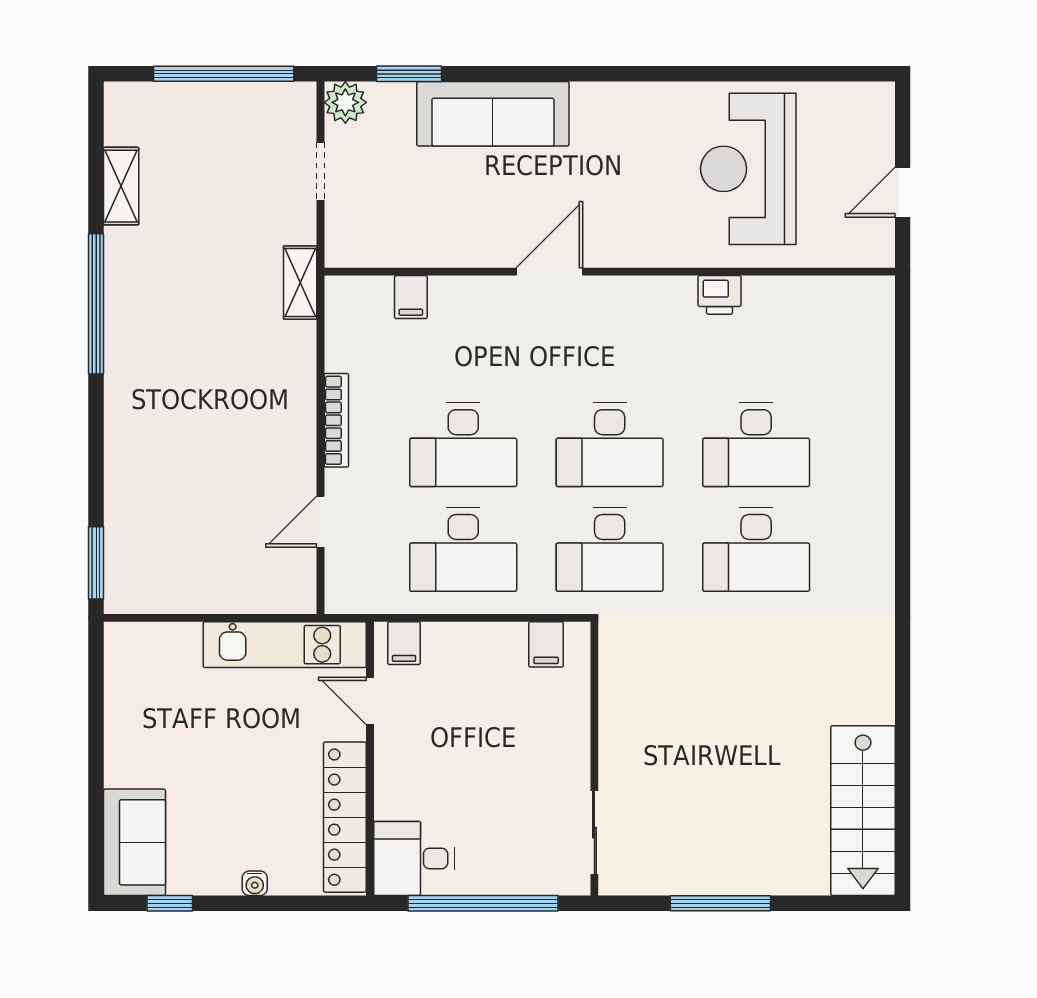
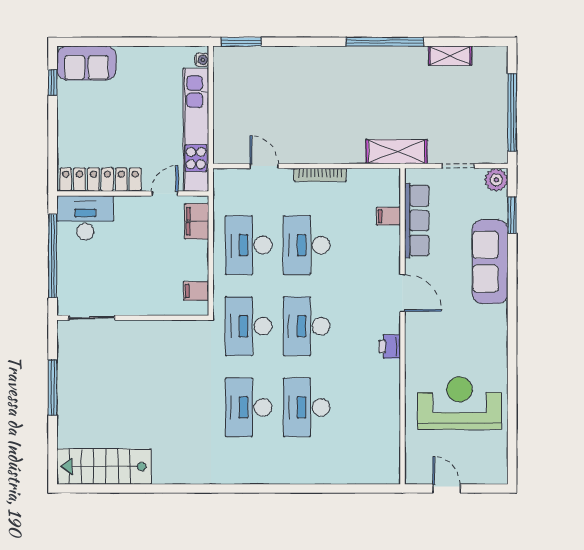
row of seats: (419, 246) -> (417, 221), added
shelving: (300, 283) -> (396, 152), width x1.50, depth x1.33
printer: (720, 295) -> (390, 346), moved
filing cabinet: (404, 643) -> (197, 221), width x2.00
kitchen unit: (285, 645) -> (196, 130), width x1.36
desk: (414, 858) -> (85, 218), width x1.37
water cooler: (255, 883) -> (202, 60), moved, turned 180

